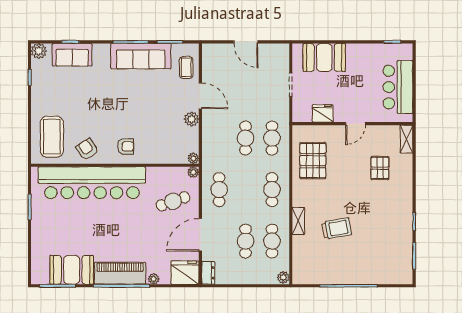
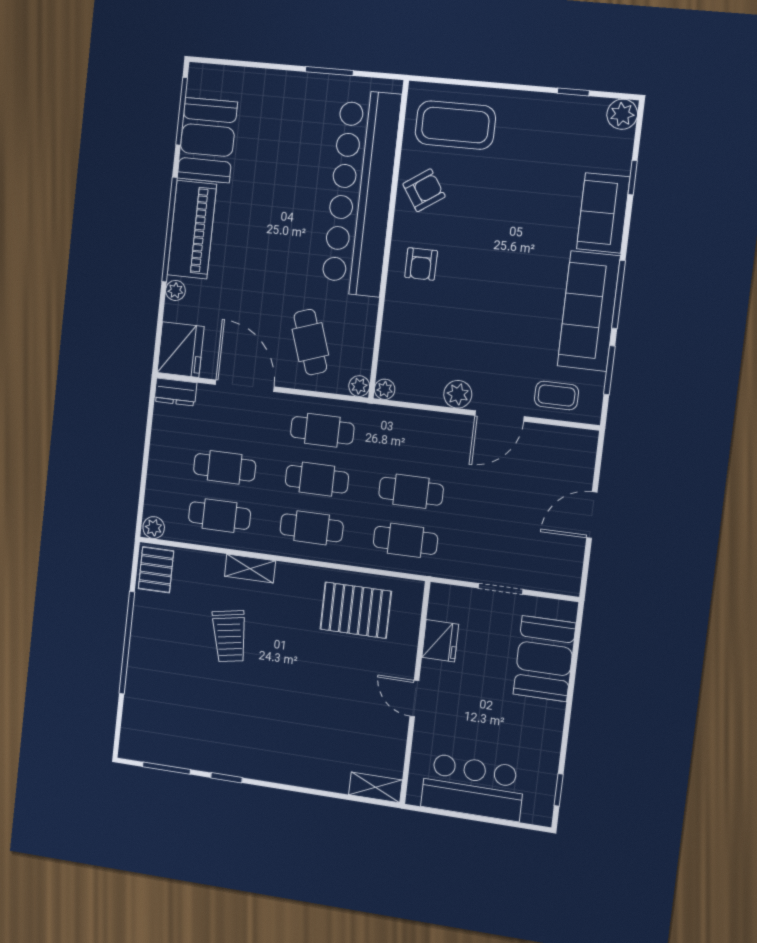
sofa: (72, 55) -> (603, 213), moved
pallet: (380, 168) -> (156, 570), moved, turned 90
cafe table: (246, 190) -> (317, 479), added

